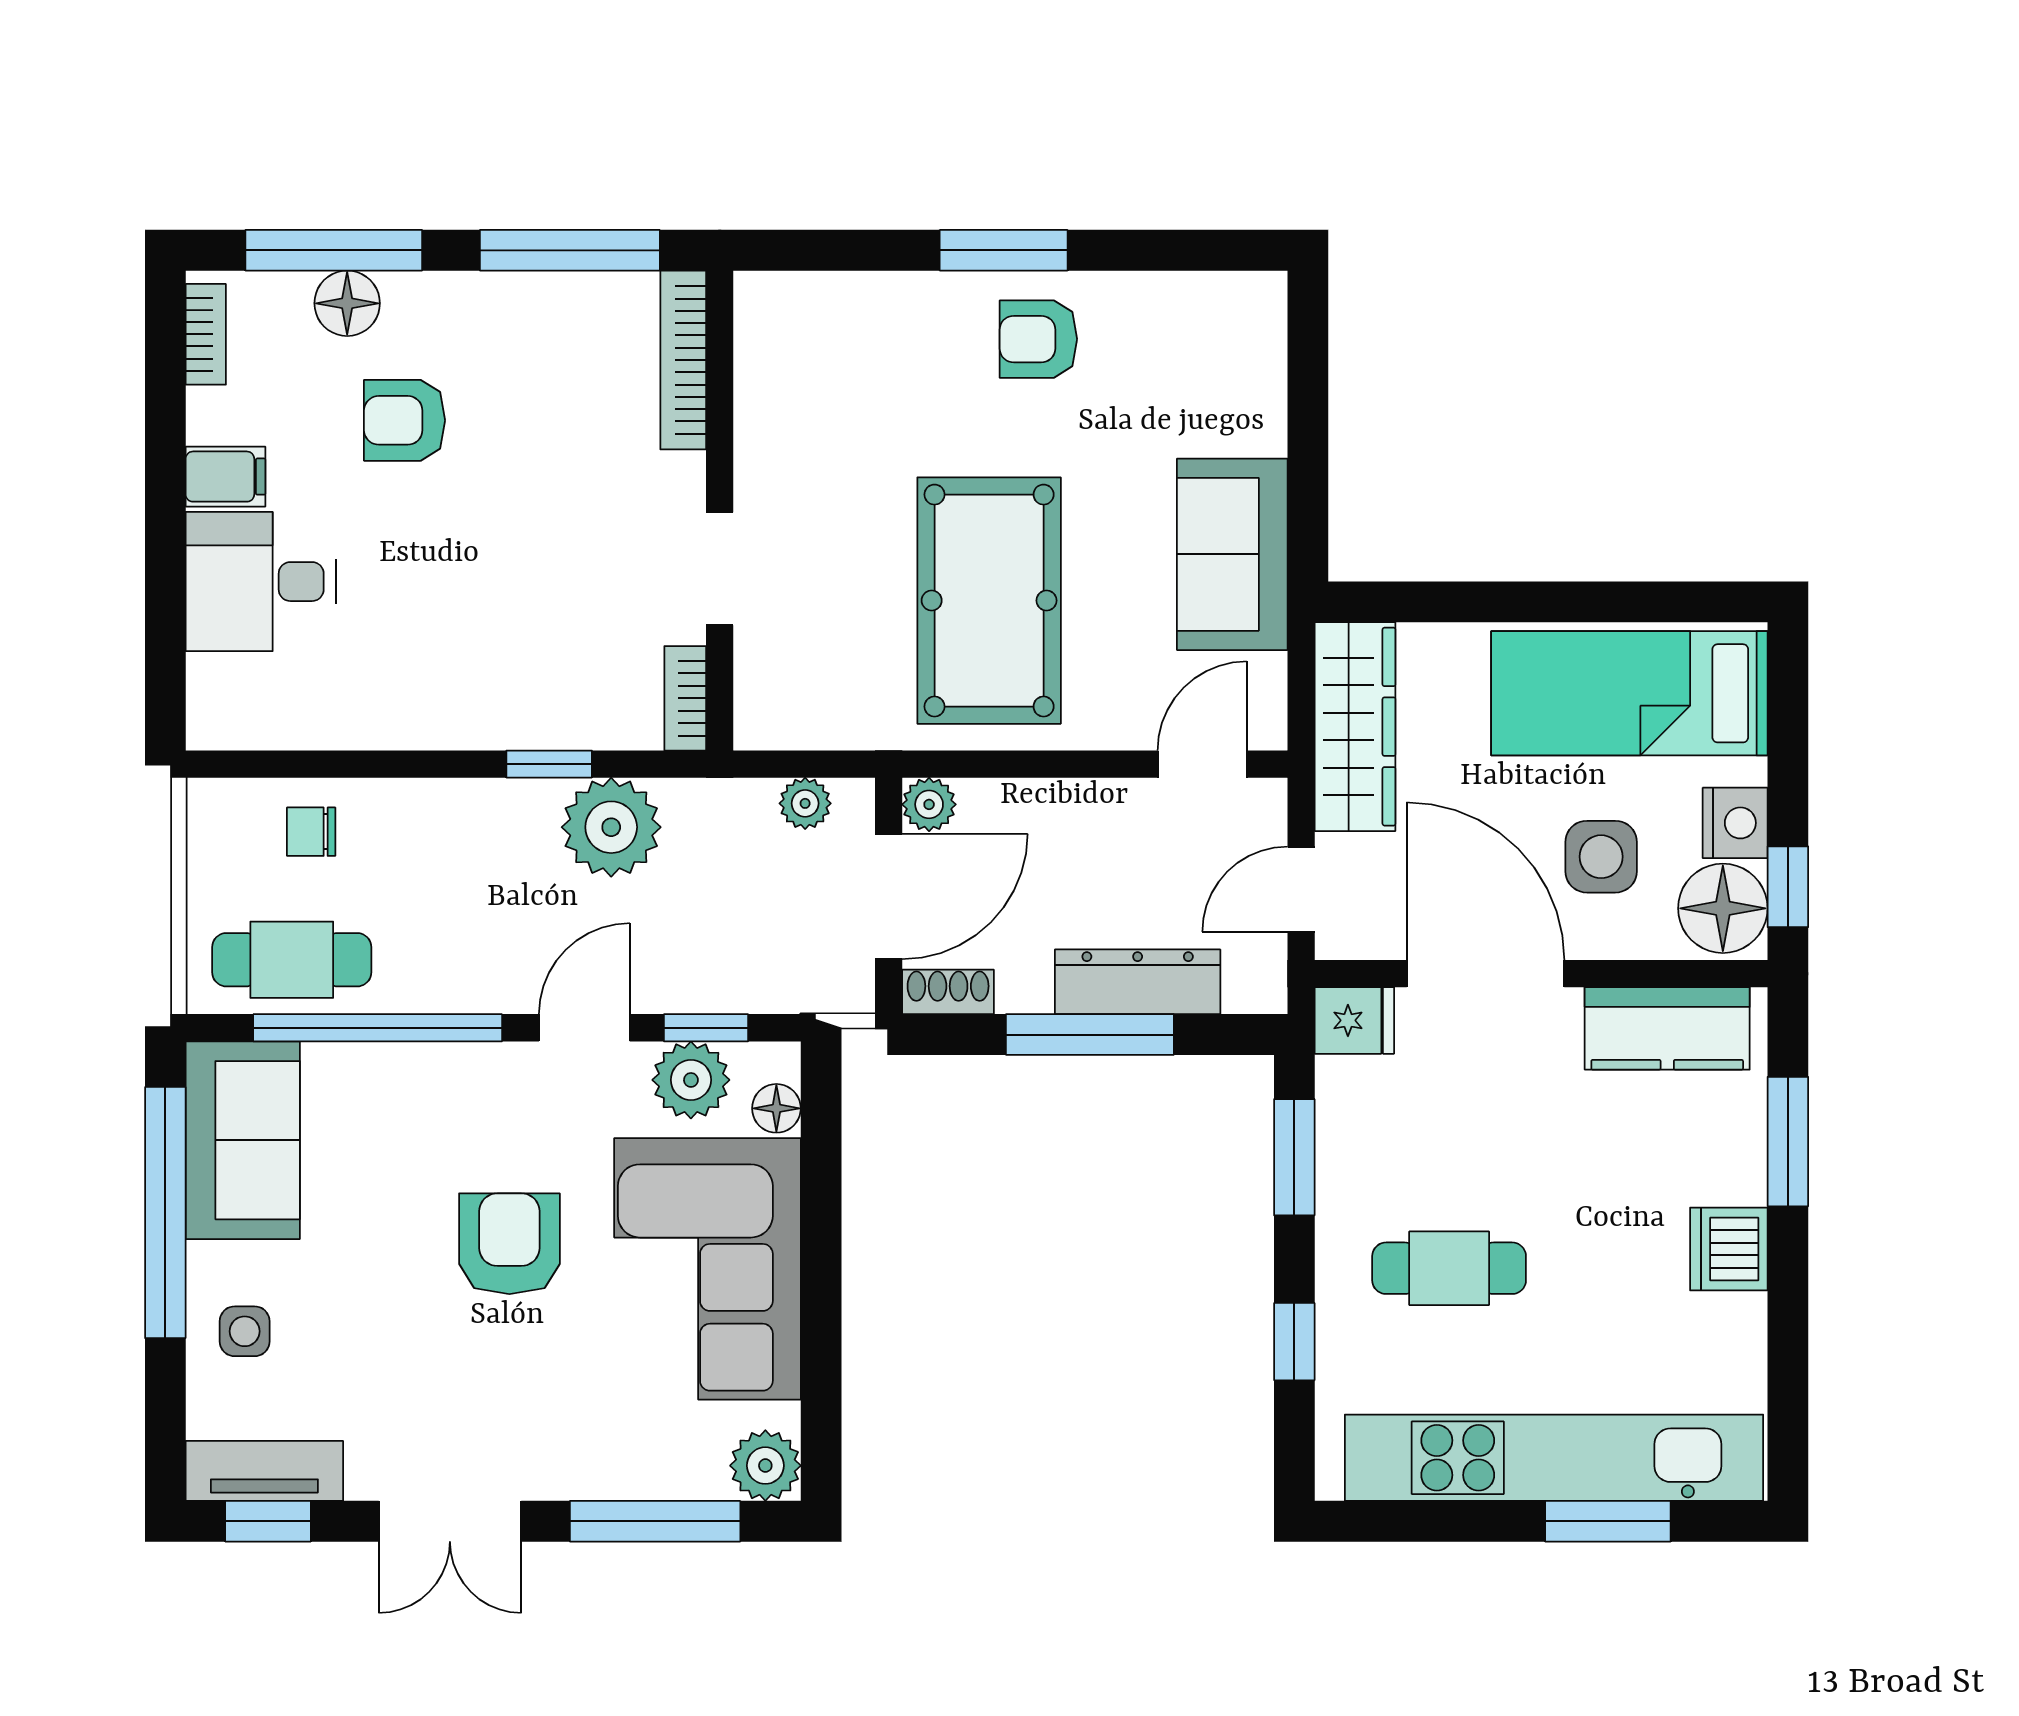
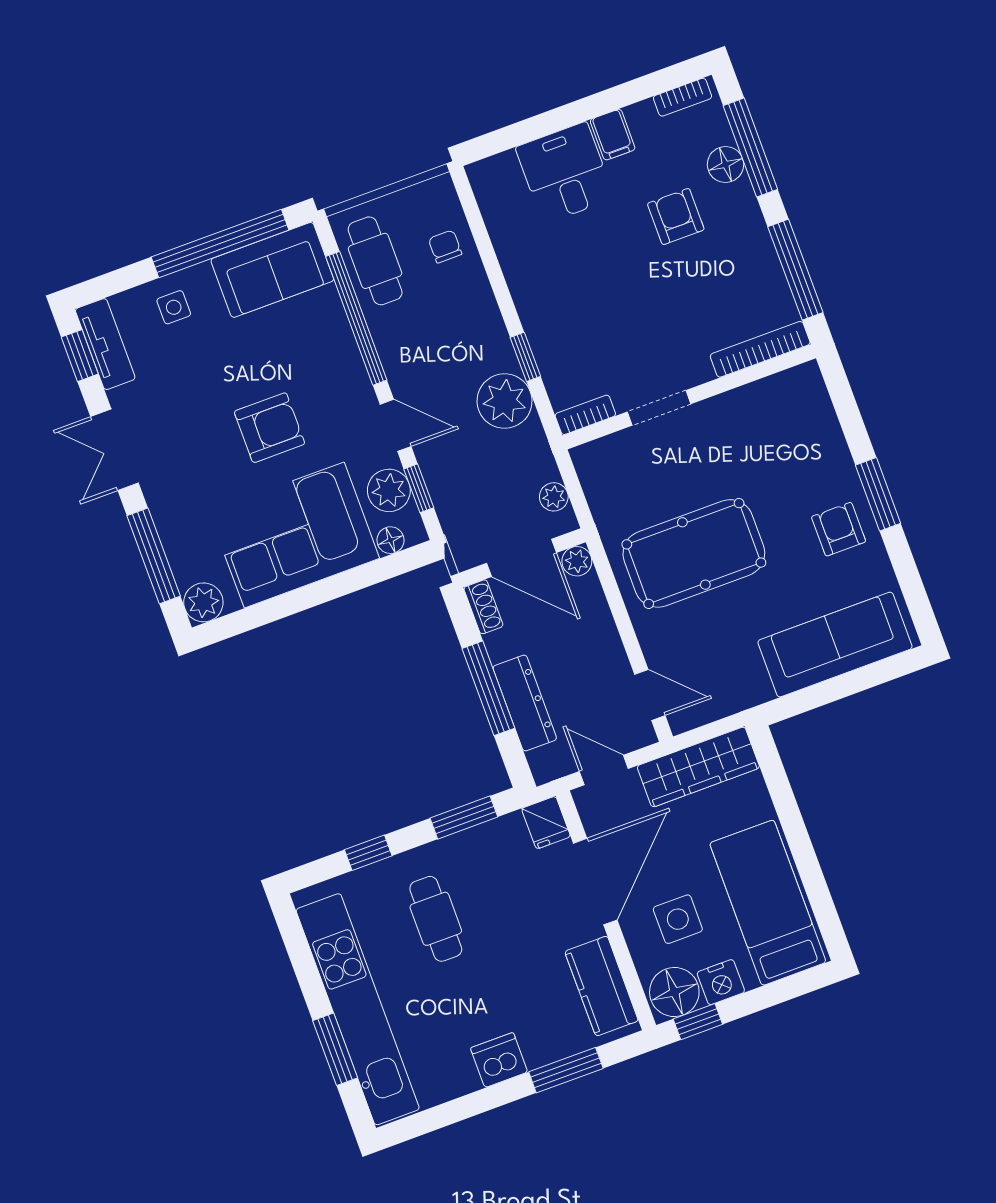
sofa: (1232, 554) -> (835, 645), moved, width x1.36

